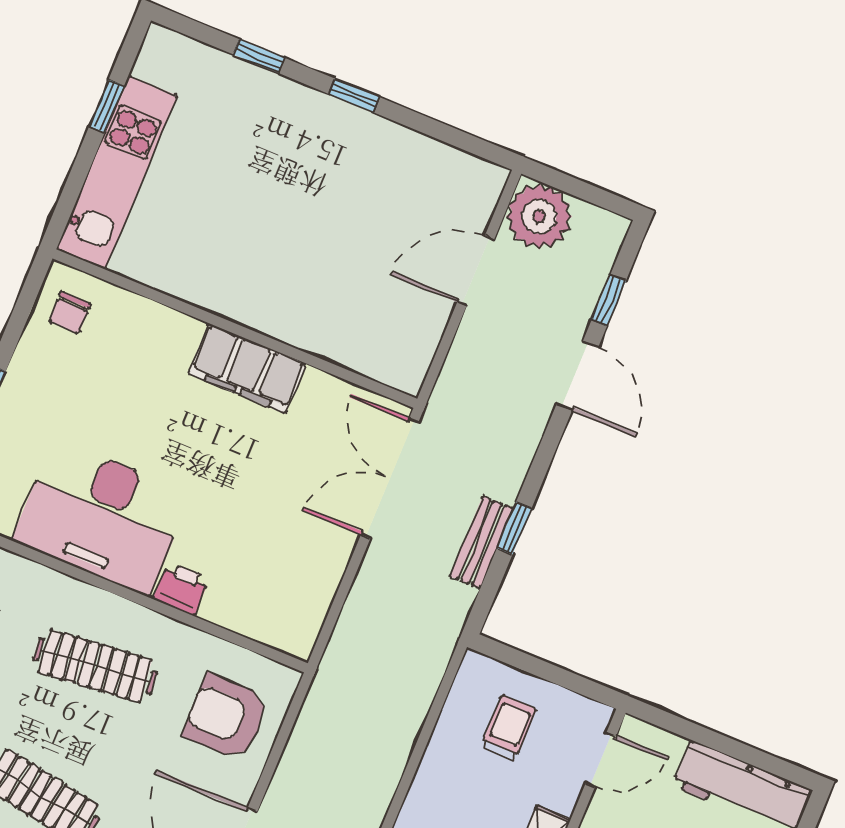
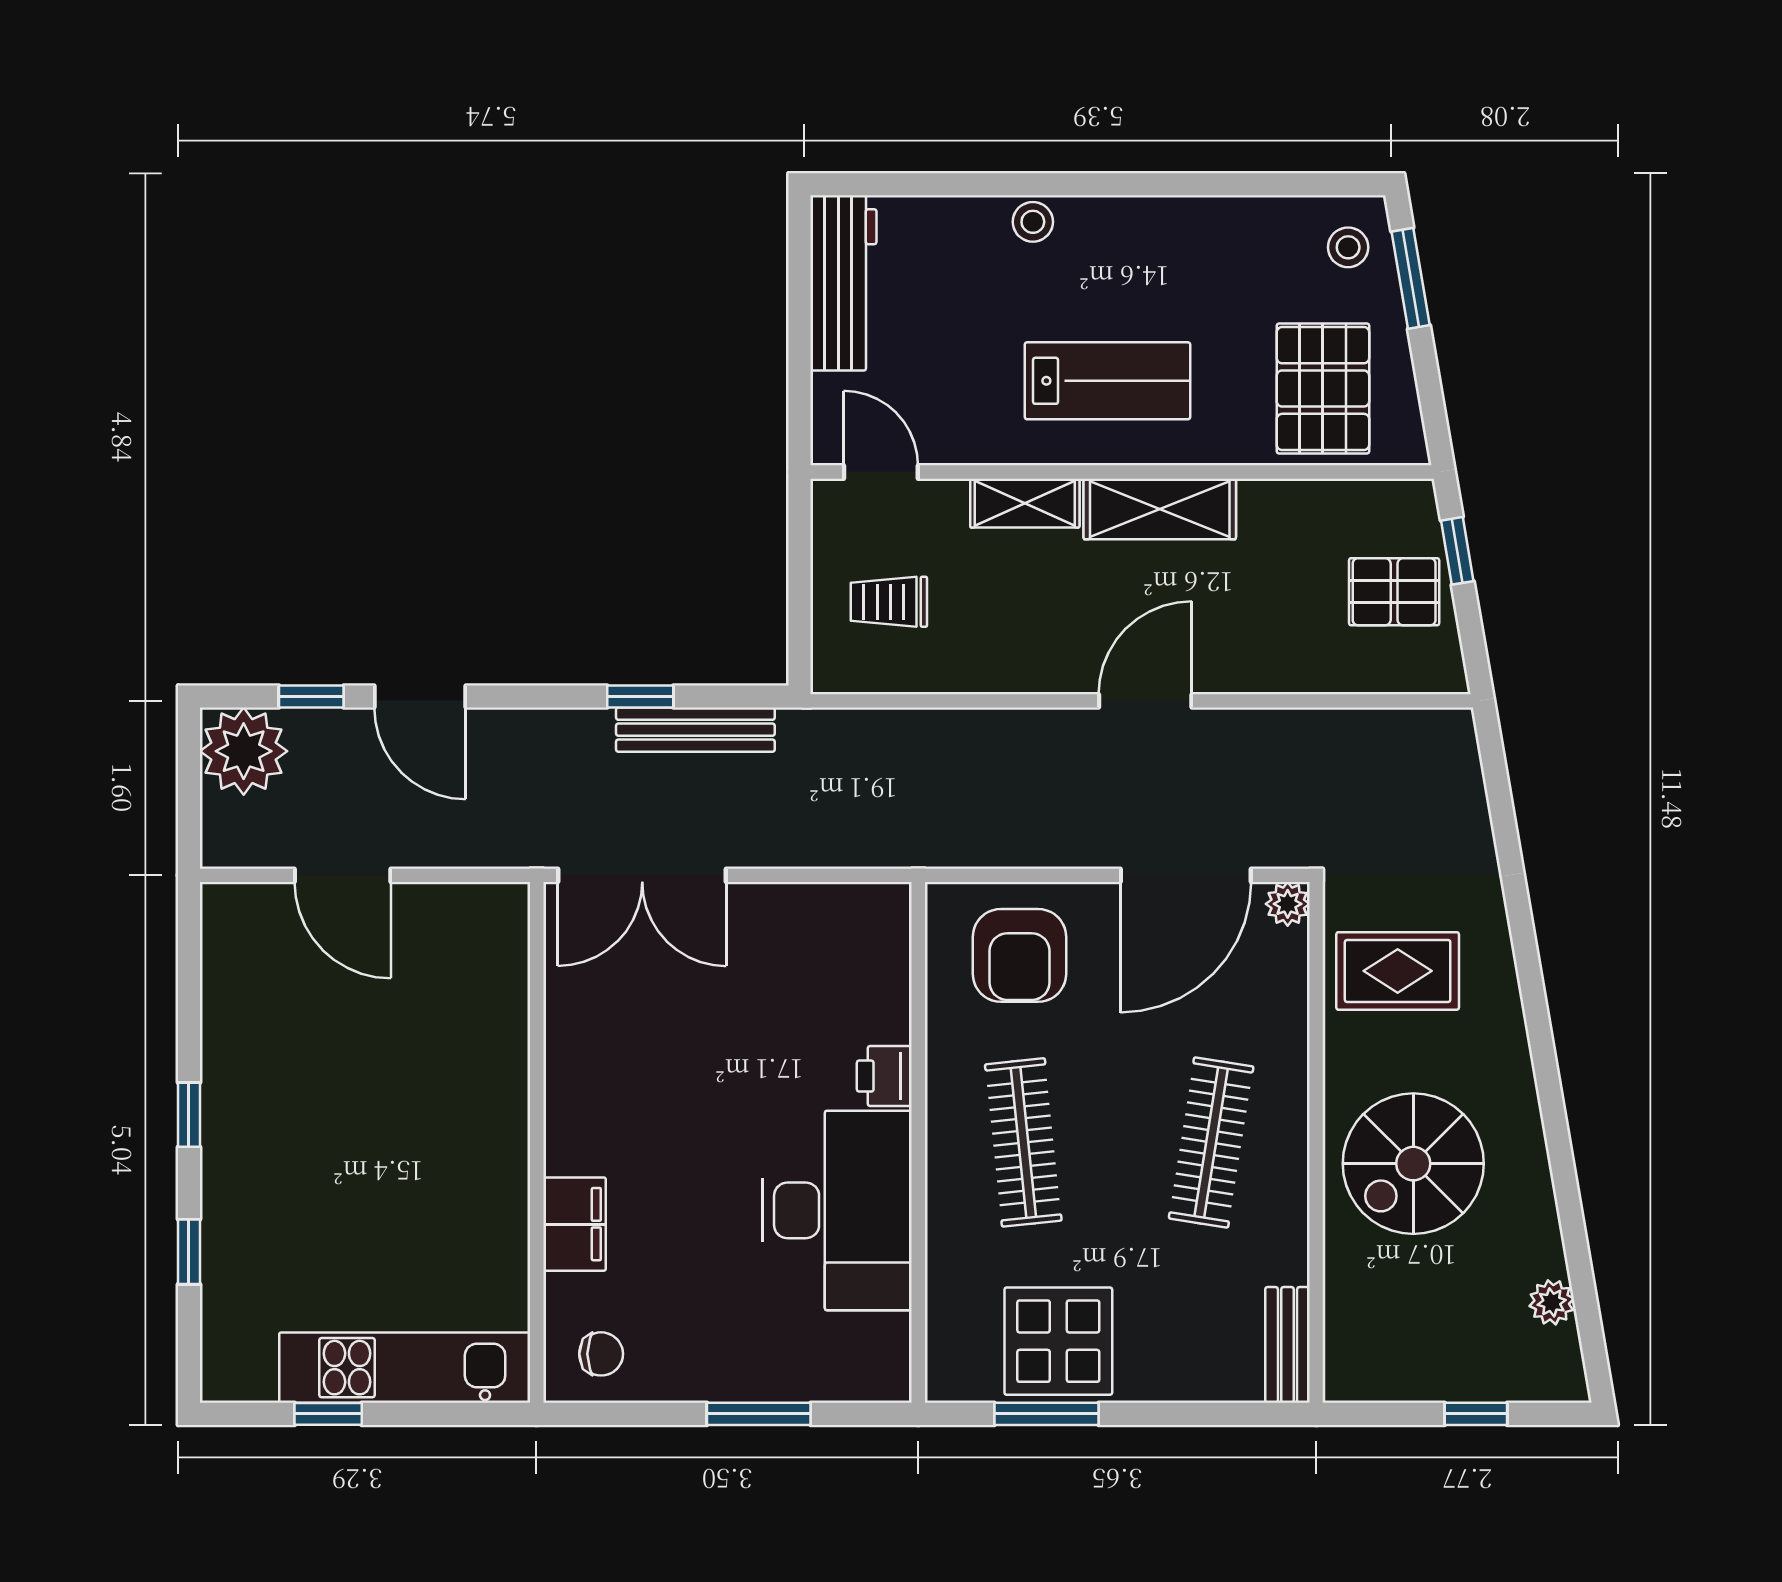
plant: (539, 216) -> (244, 751), moved
filing cabinet: (247, 369) -> (574, 1224), moved, width x0.67, depth x0.86
door: (577, 376) -> (420, 697), swing flipped
bench: (482, 542) -> (695, 730), width x1.36

